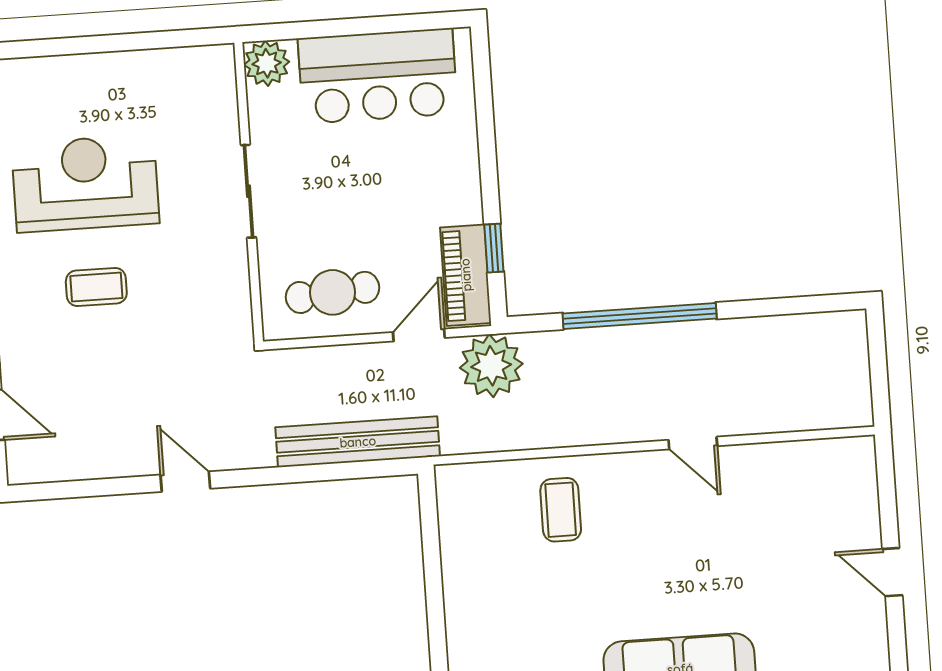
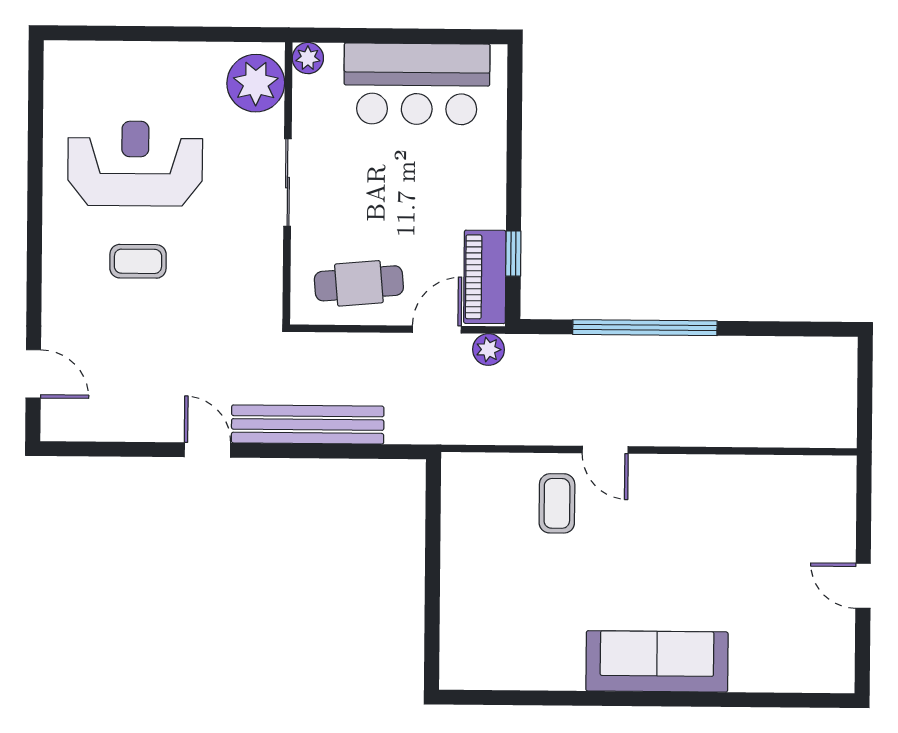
plant: (267, 63) -> (308, 58), width x0.73, depth x0.73
plant: (207, 88) -> (256, 83), added
plant: (491, 366) -> (488, 350), width x0.53, depth x0.53
bench: (358, 442) -> (308, 424), moved
door: (693, 443) -> (605, 450), moved

